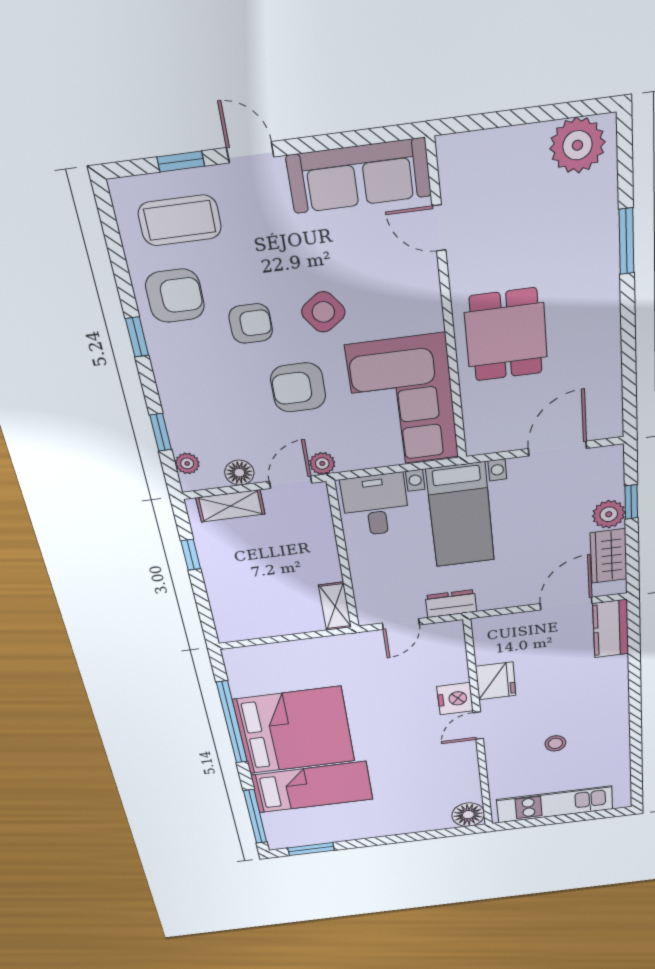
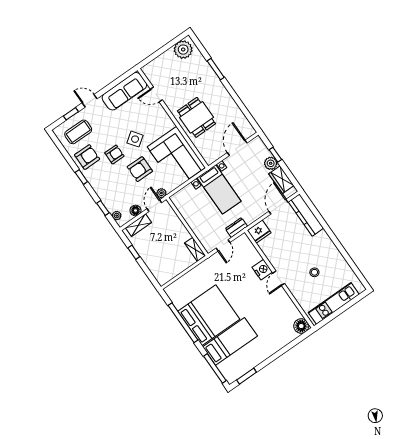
desk: (375, 505) -> (188, 200), removed
kitchen counter: (611, 629) -> (306, 215), width x1.50
fridge: (496, 681) -> (259, 232), moved, turned 90

